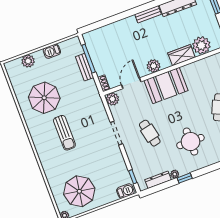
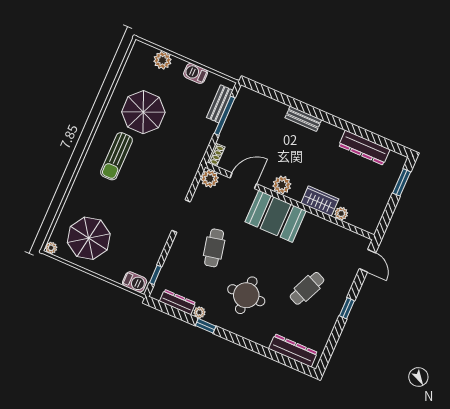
bench: (148, 14) -> (303, 119), moved
plant: (201, 45) -> (341, 214), width x0.53, depth x0.53
bench: (85, 67) -> (220, 104), moved
sun lounger: (64, 133) -> (117, 156), moved

